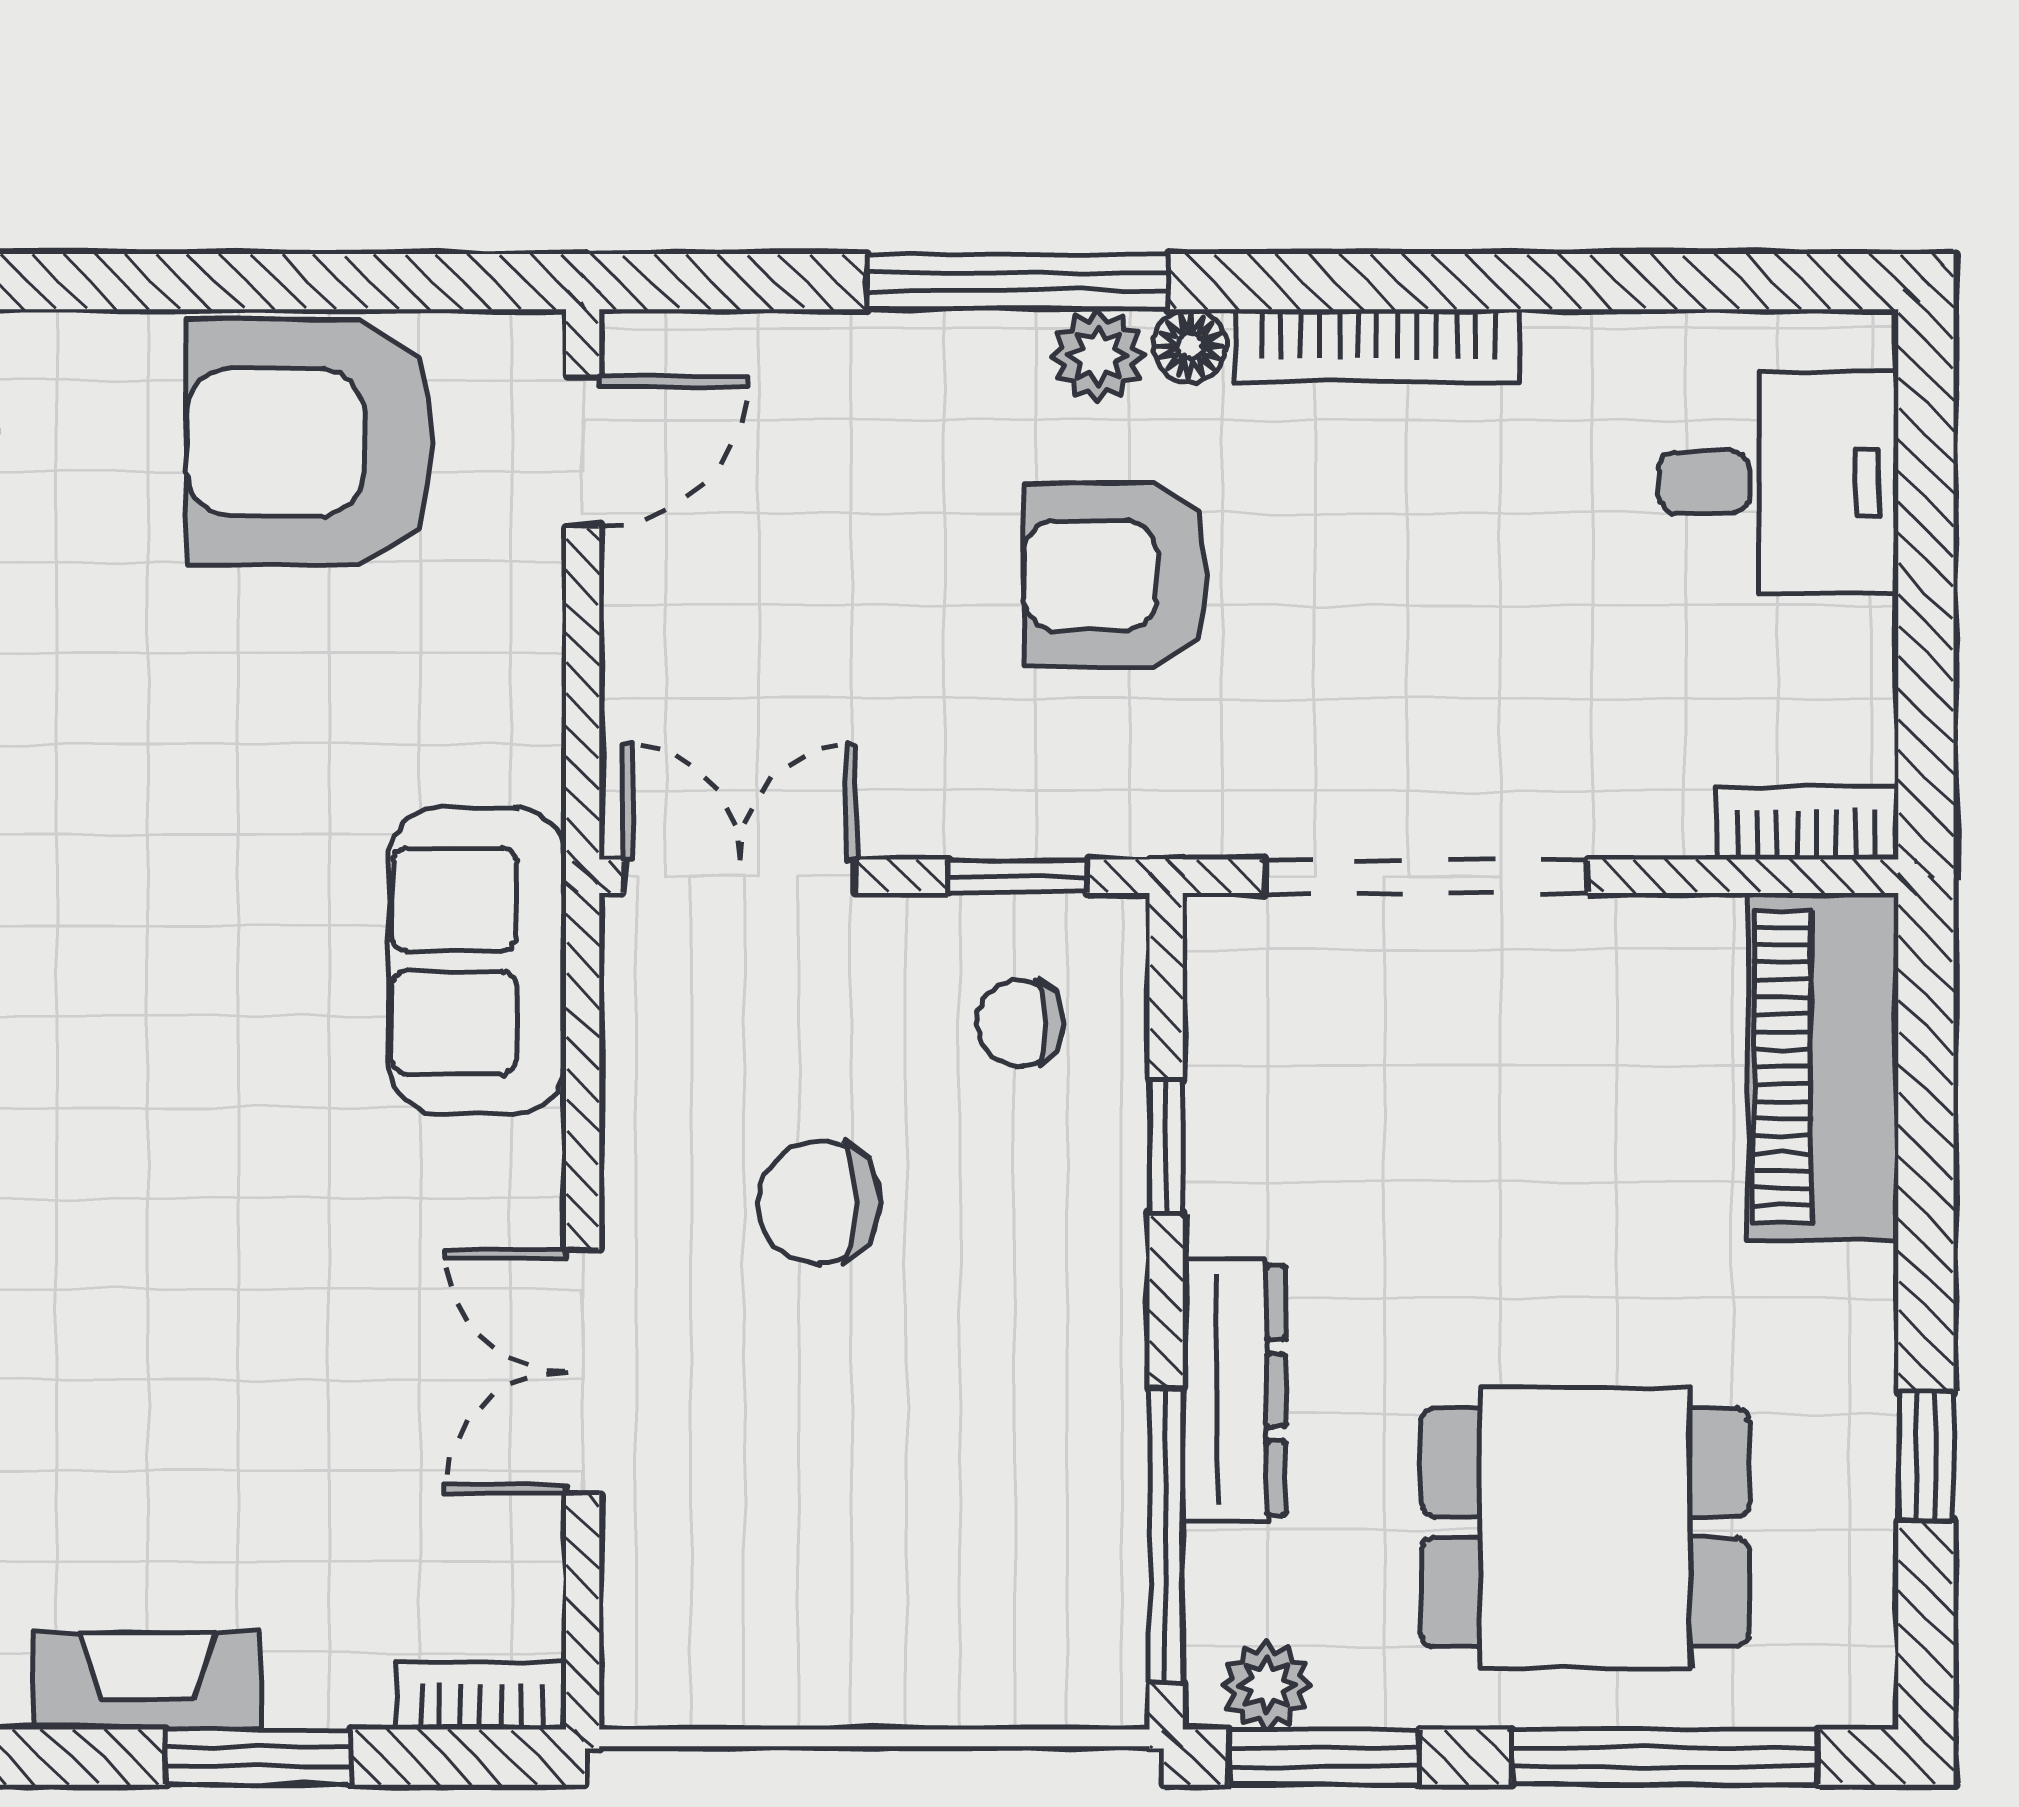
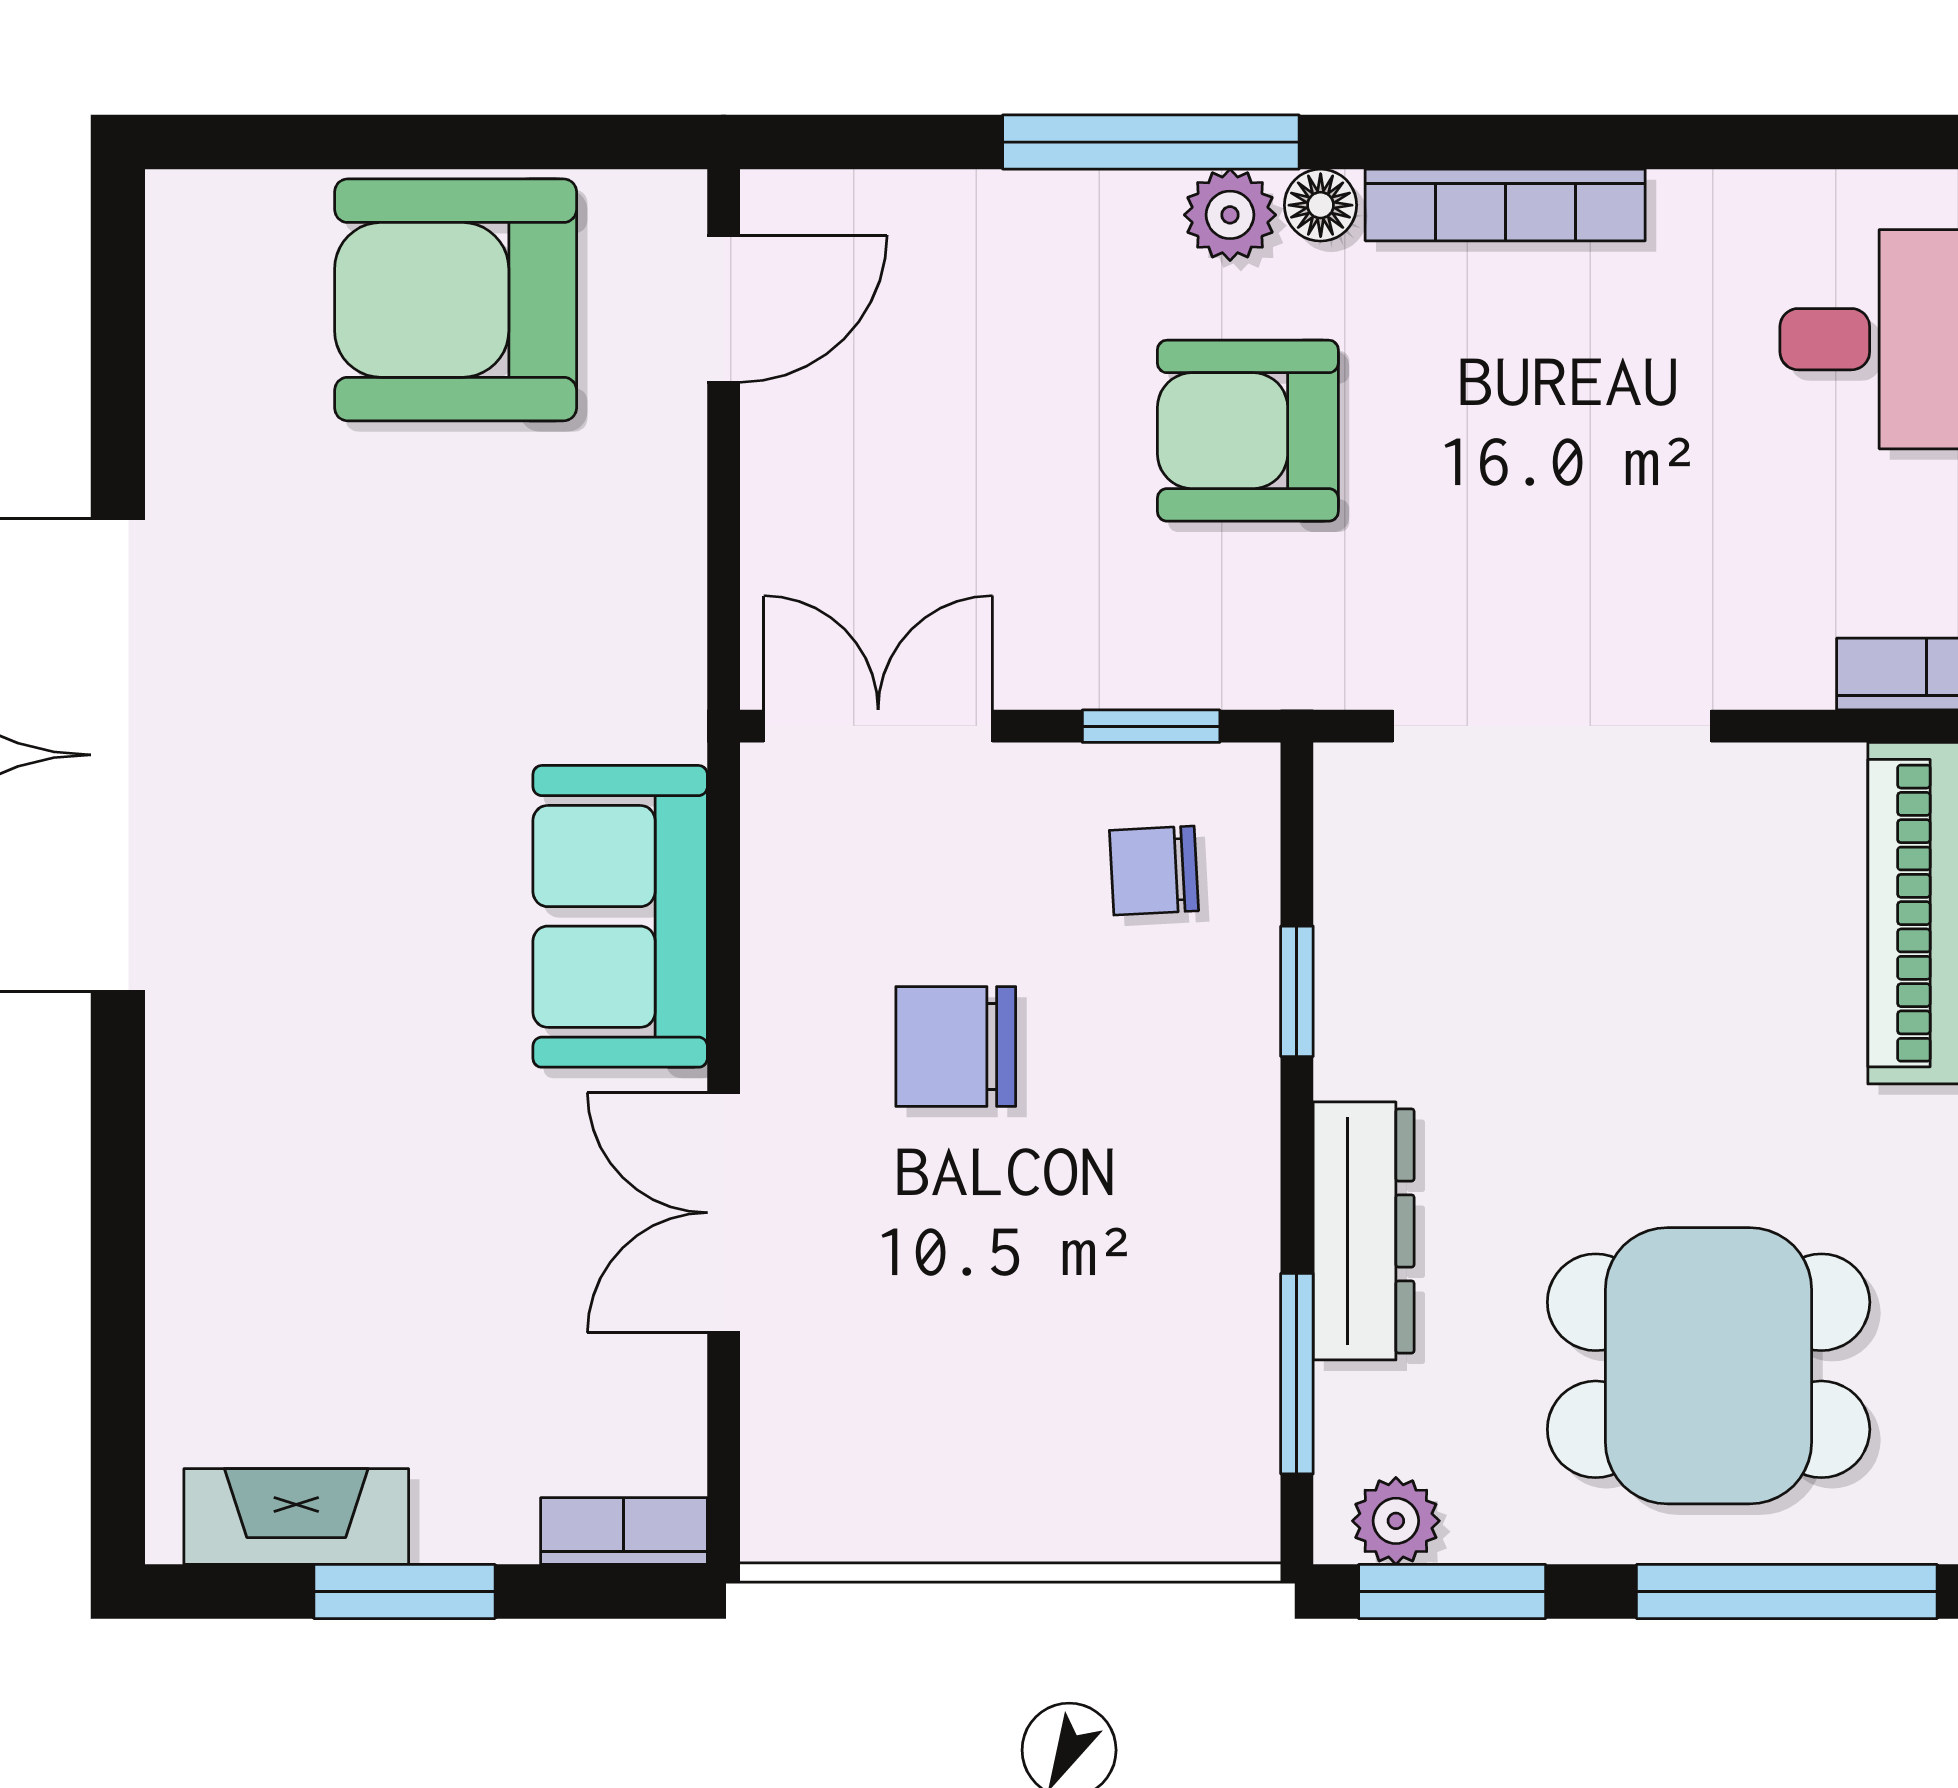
sofa: (477, 961) -> (620, 916), moved
window: (1166, 1535) -> (1297, 1374), width x0.69

